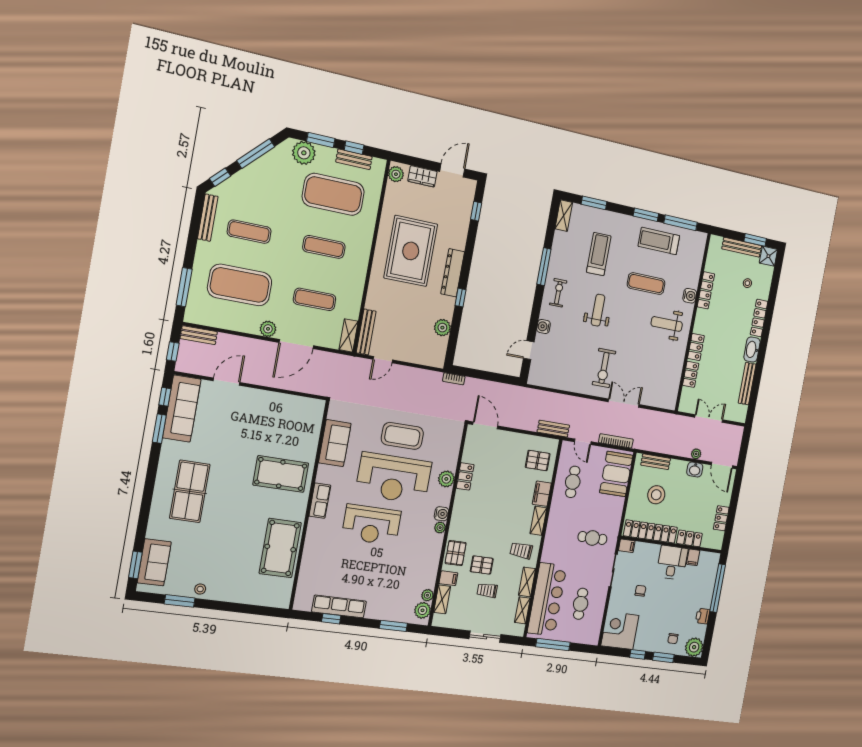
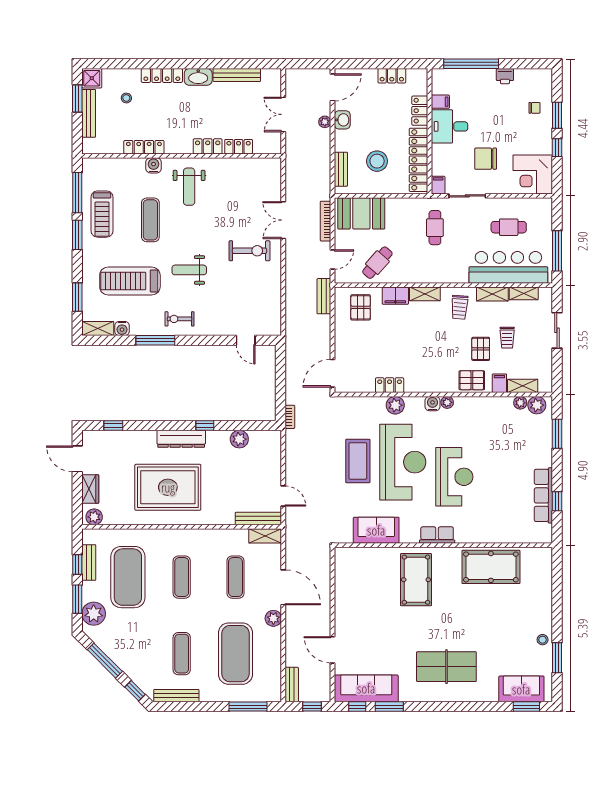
treadmill: (599, 254) -> (130, 281), width x1.37, depth x1.38
water cooler: (544, 326) -> (122, 328), moved
cafe table: (573, 482) -> (377, 263), turned -49
chair: (640, 591) -> (486, 159), width x1.87, depth x1.87
plant: (694, 647) -> (541, 80), removed

